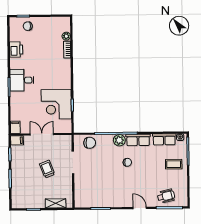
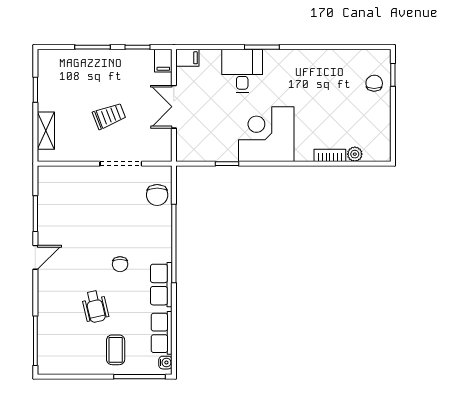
printer: (16, 50) -> (331, 61), removed
desk: (22, 80) -> (242, 71), moved
corner desk: (56, 104) -> (266, 134), moved
double door: (42, 134) -> (174, 107), swing flipped
plant: (119, 140) -> (161, 250), removed
wheelchair: (166, 196) -> (95, 307), moved
door: (140, 208) -> (35, 257), moved

